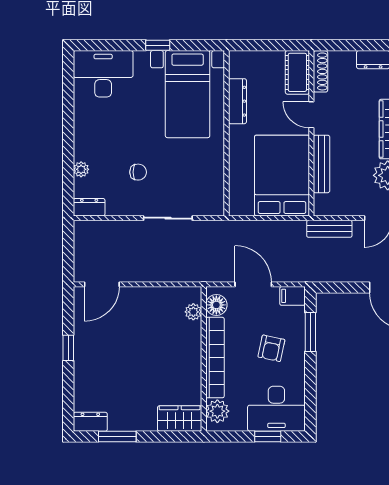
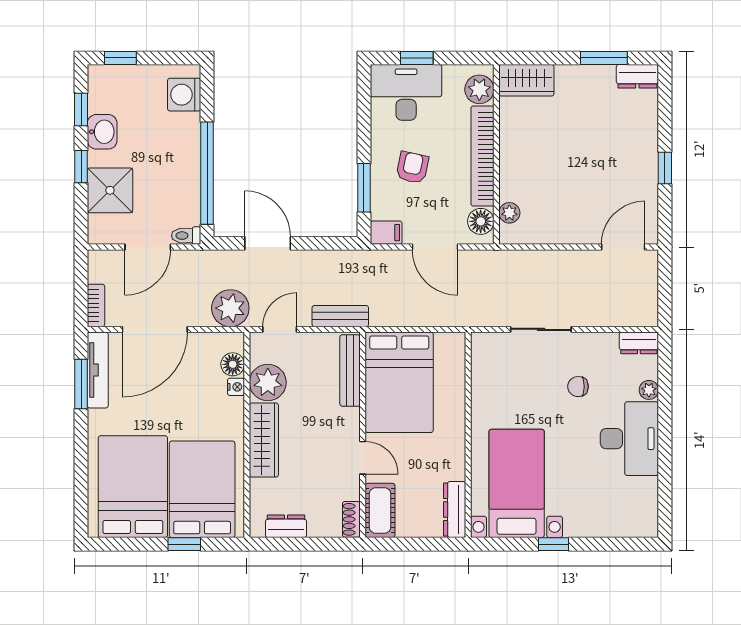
shoe rack: (320, 71) -> (351, 519), width x0.70
desk: (103, 74) -> (629, 439), moved, turned -90
dresser: (237, 101) -> (455, 510), moved
bench: (322, 164) -> (350, 370), moved

